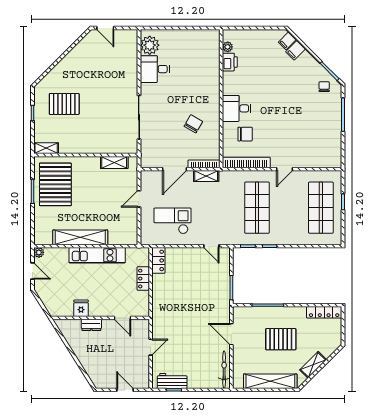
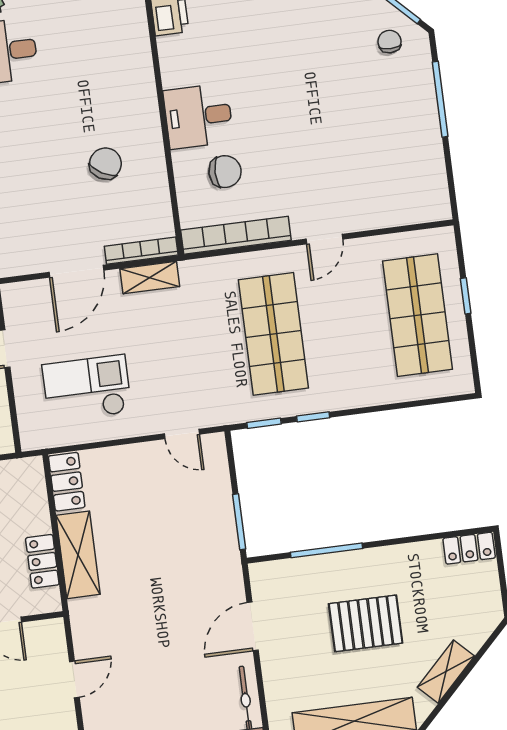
locker: (143, 279) -> (42, 561), moved
shelving: (159, 293) -> (78, 555), added
locker: (324, 312) -> (469, 548), width x0.66
door: (231, 334) -> (253, 626), hinge flipped

